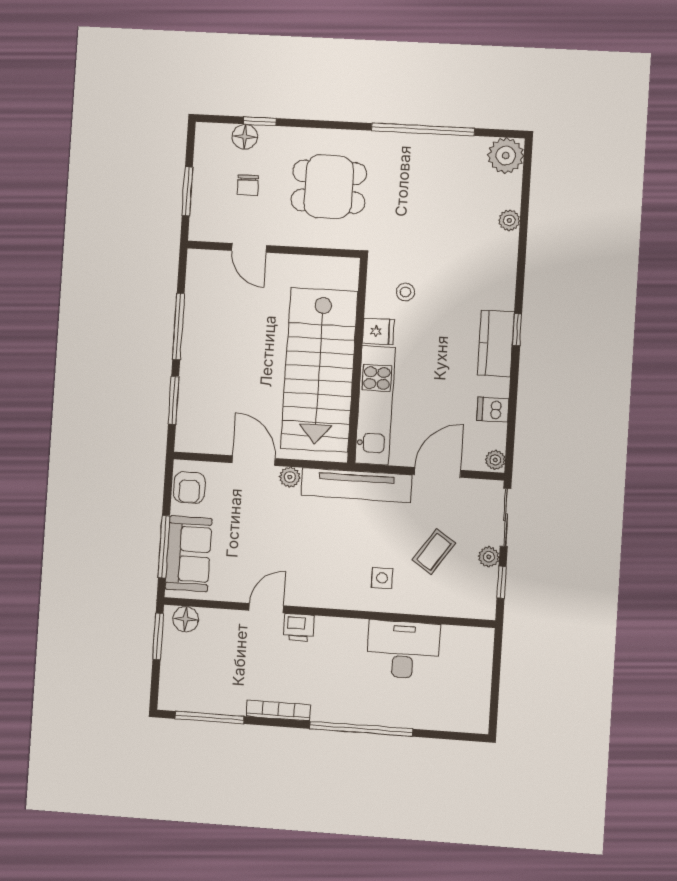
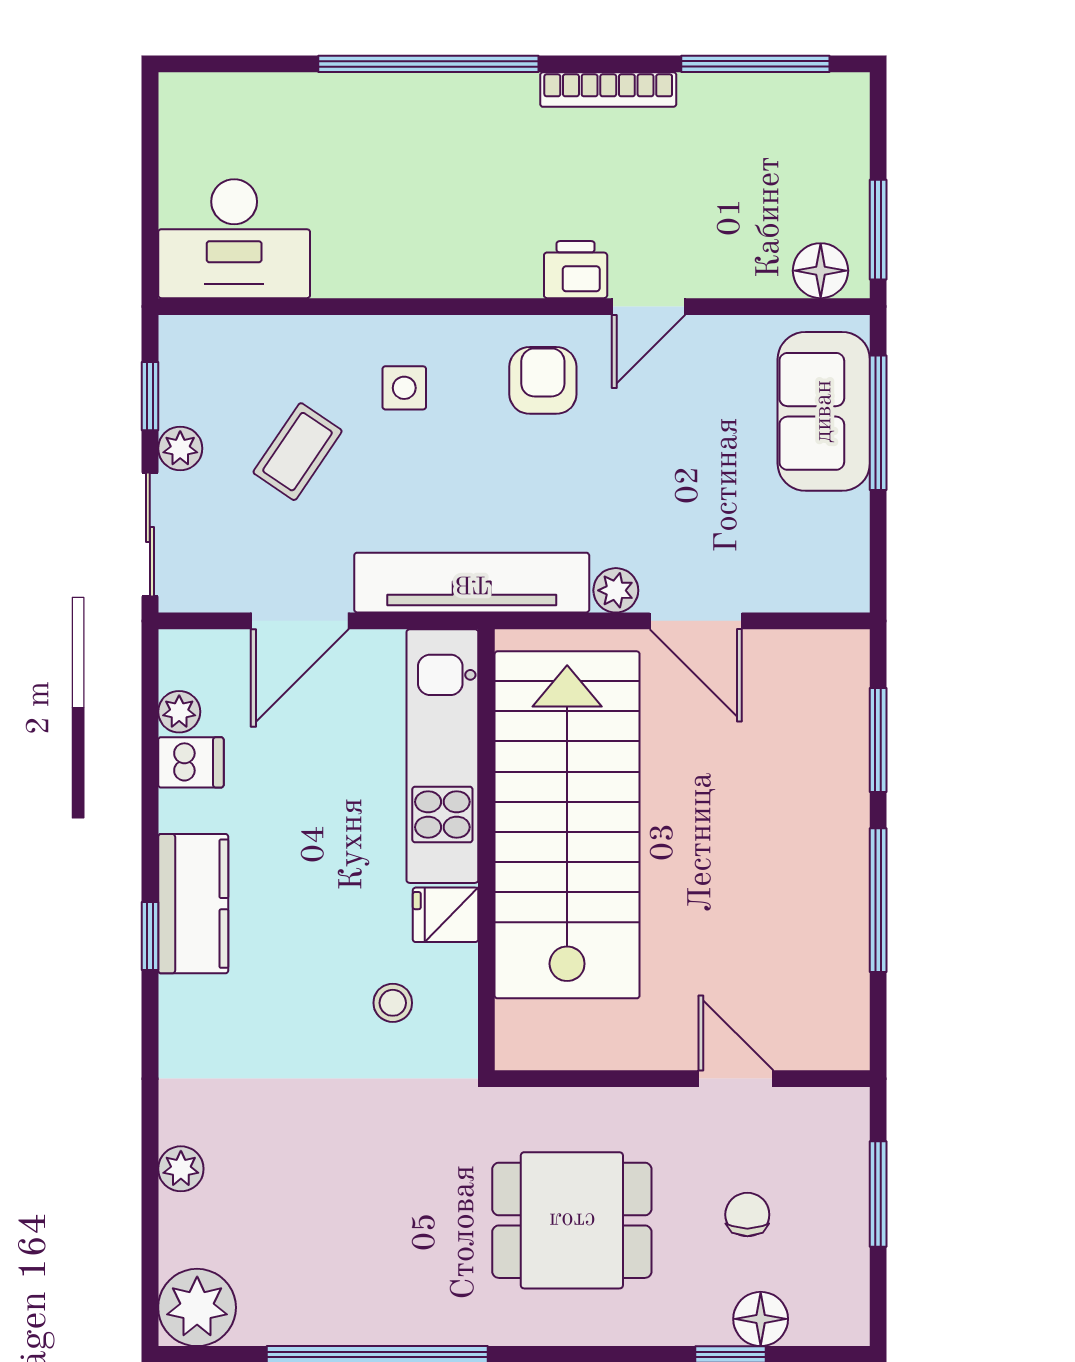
plant: (495, 460) -> (179, 712), moved
armchair: (189, 487) -> (543, 380), moved
desk: (403, 650) -> (234, 239), moved

